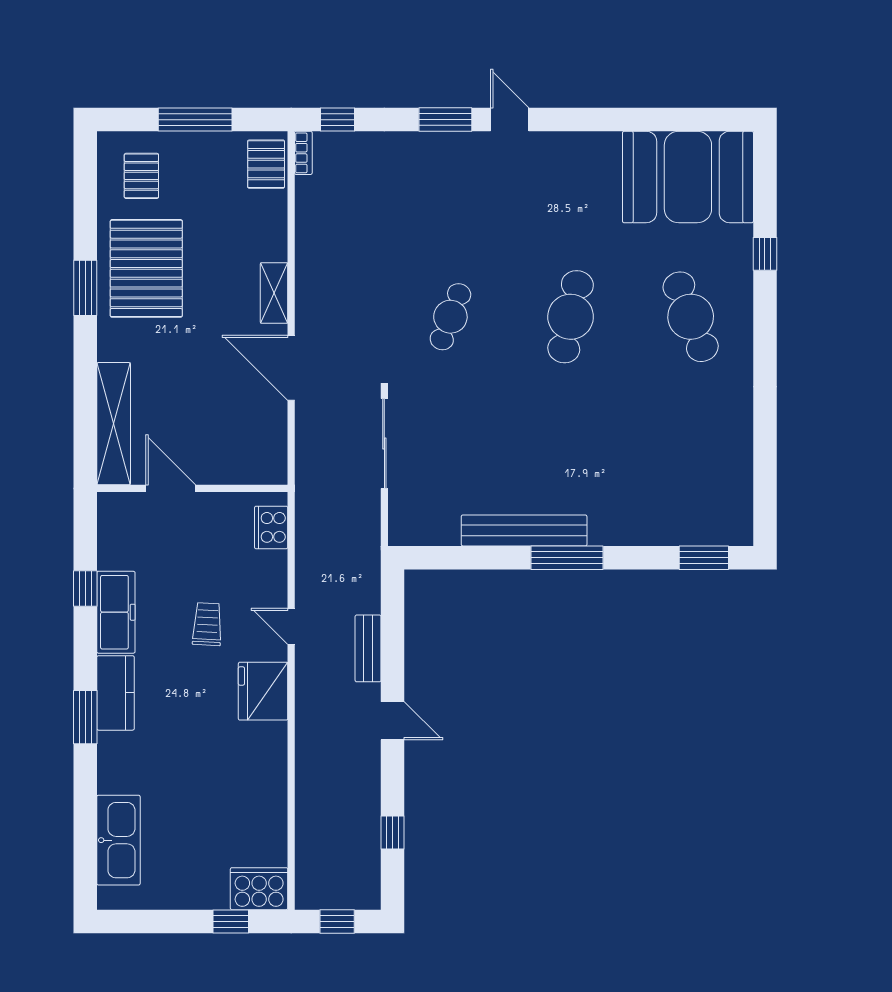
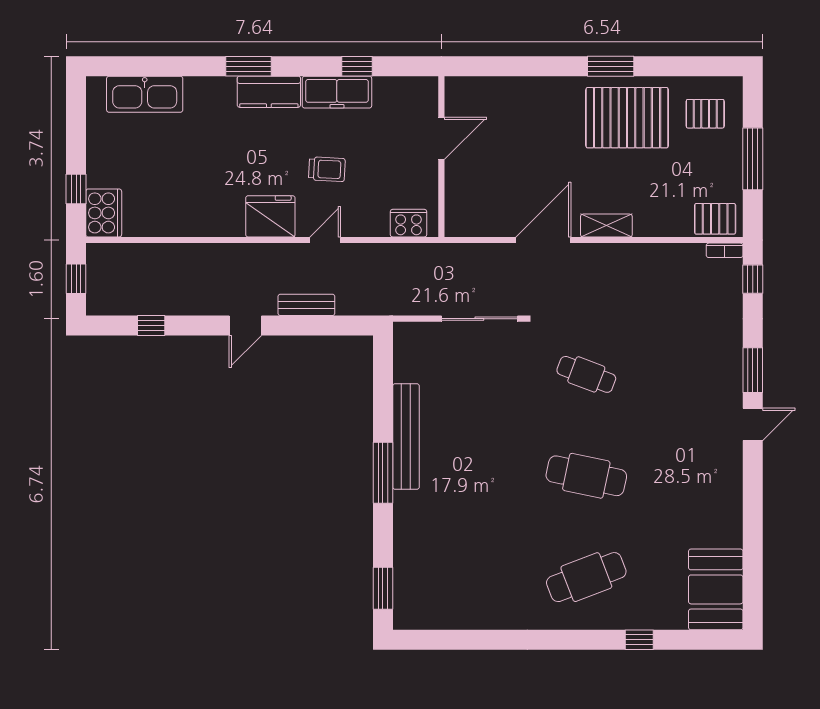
booth: (688, 177) -> (716, 589), width x0.73, depth x0.70
shelving: (114, 424) -> (496, 90), removed

